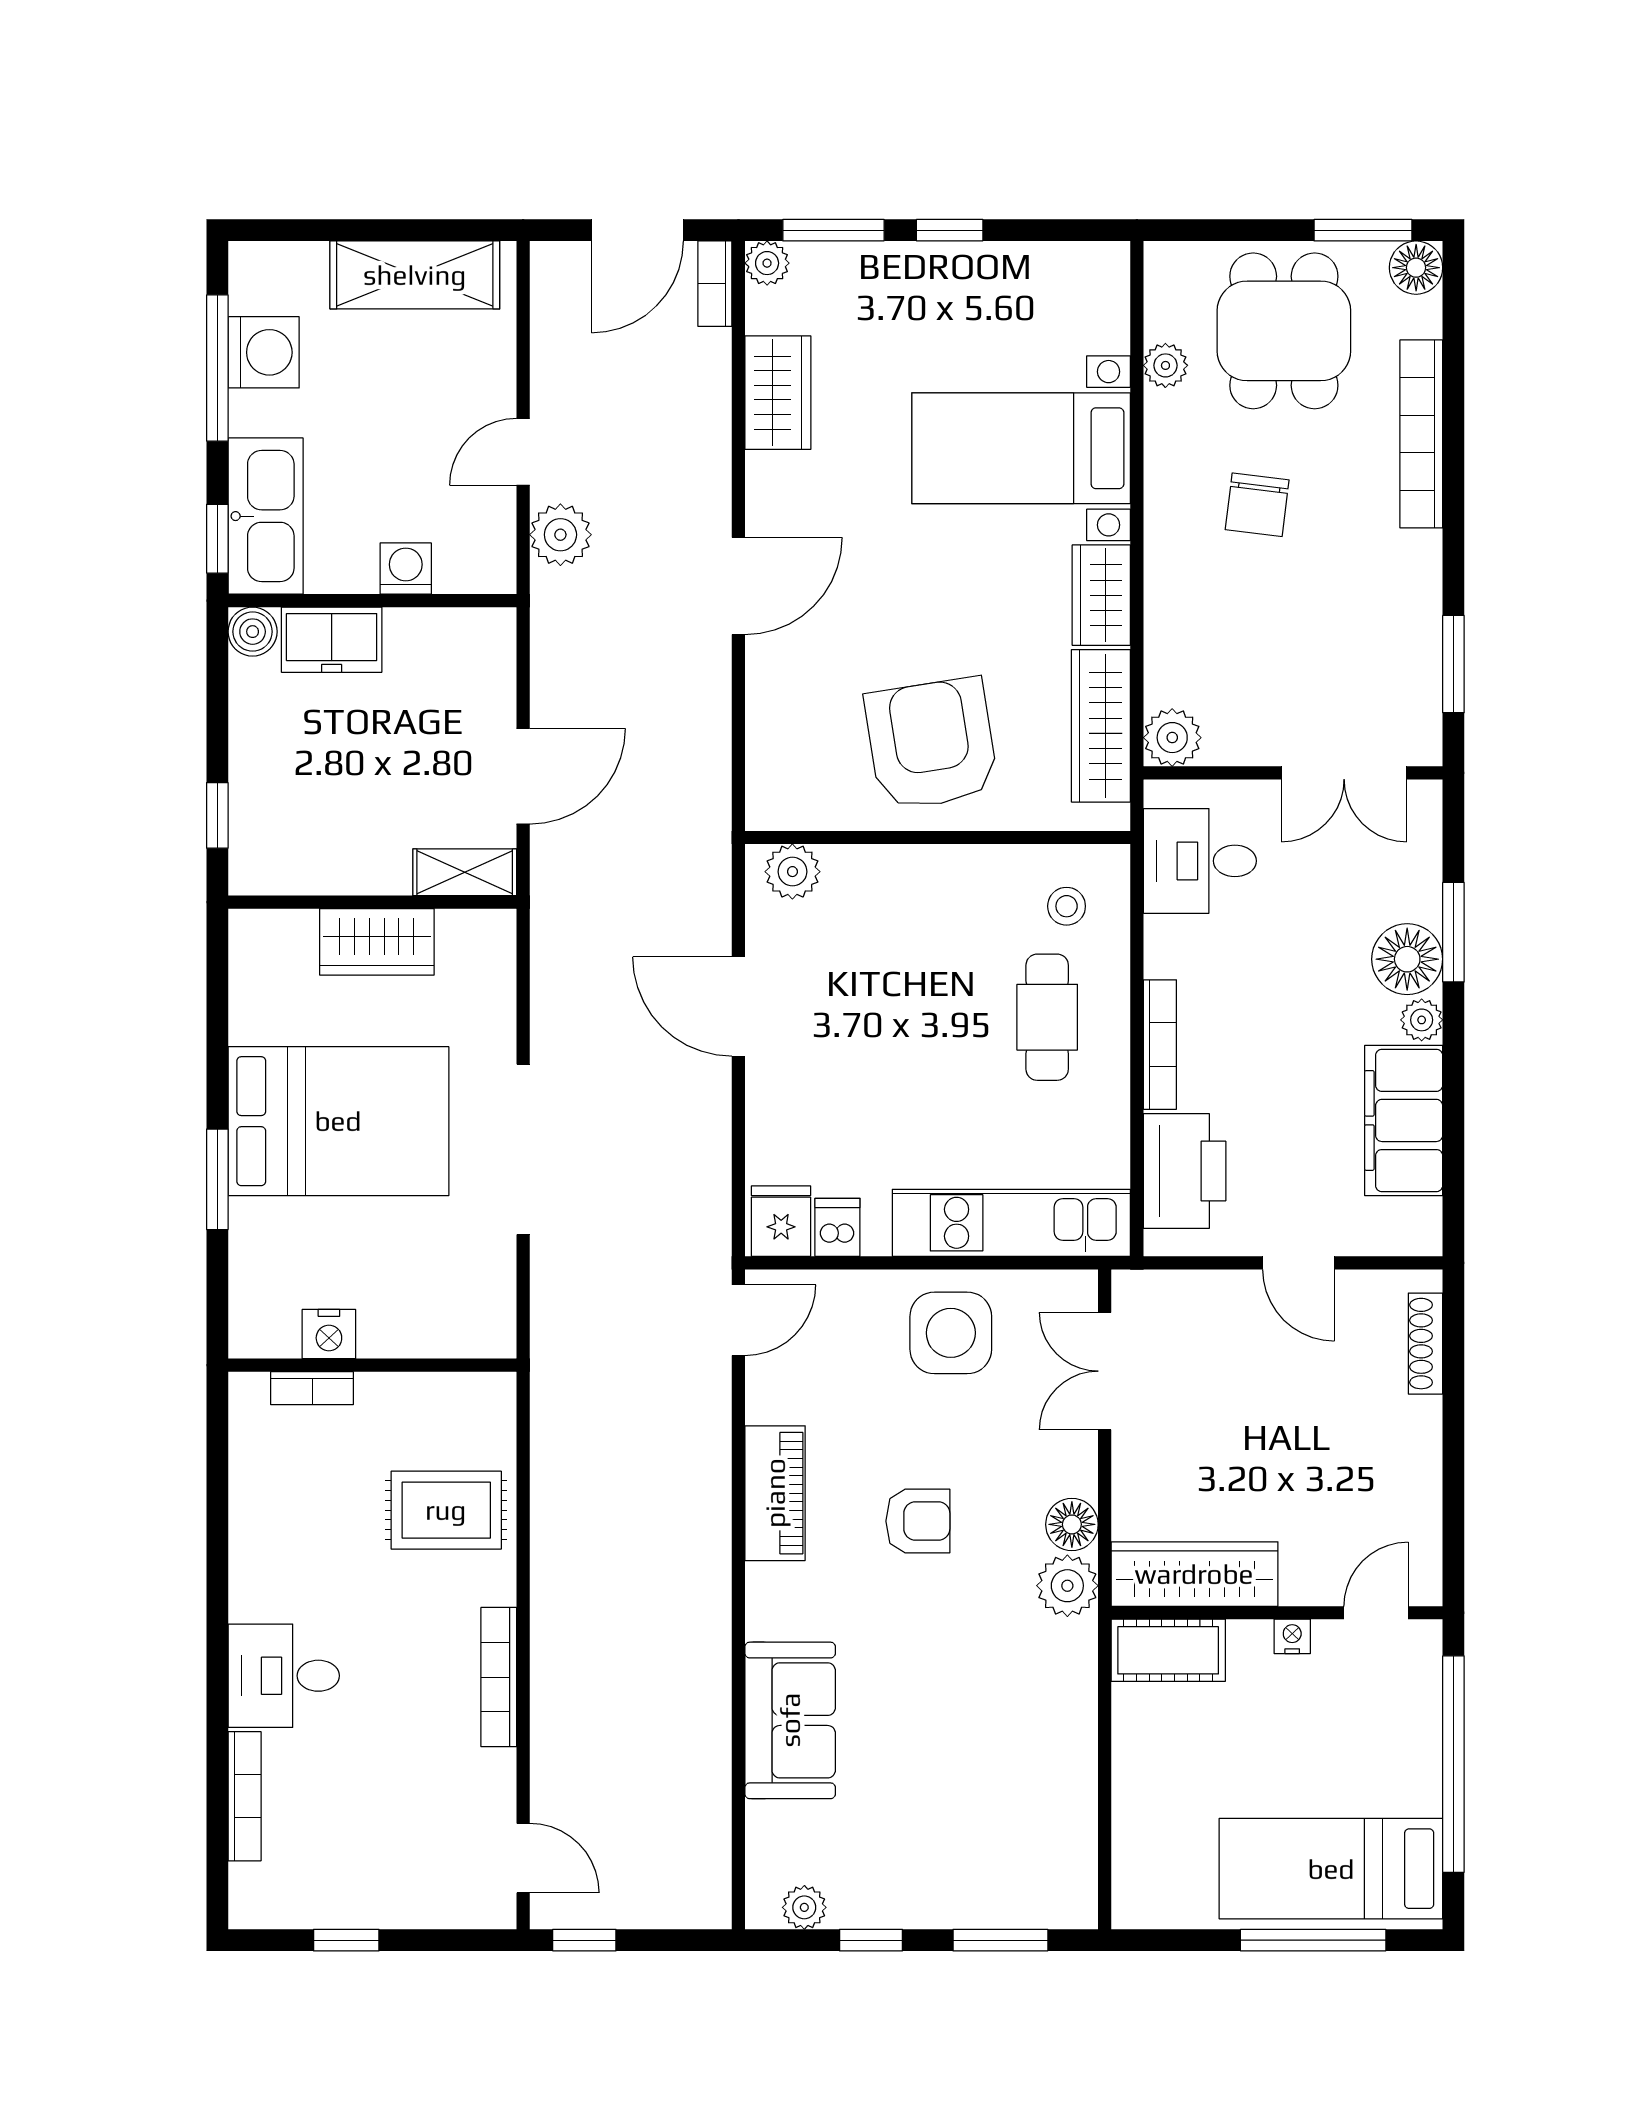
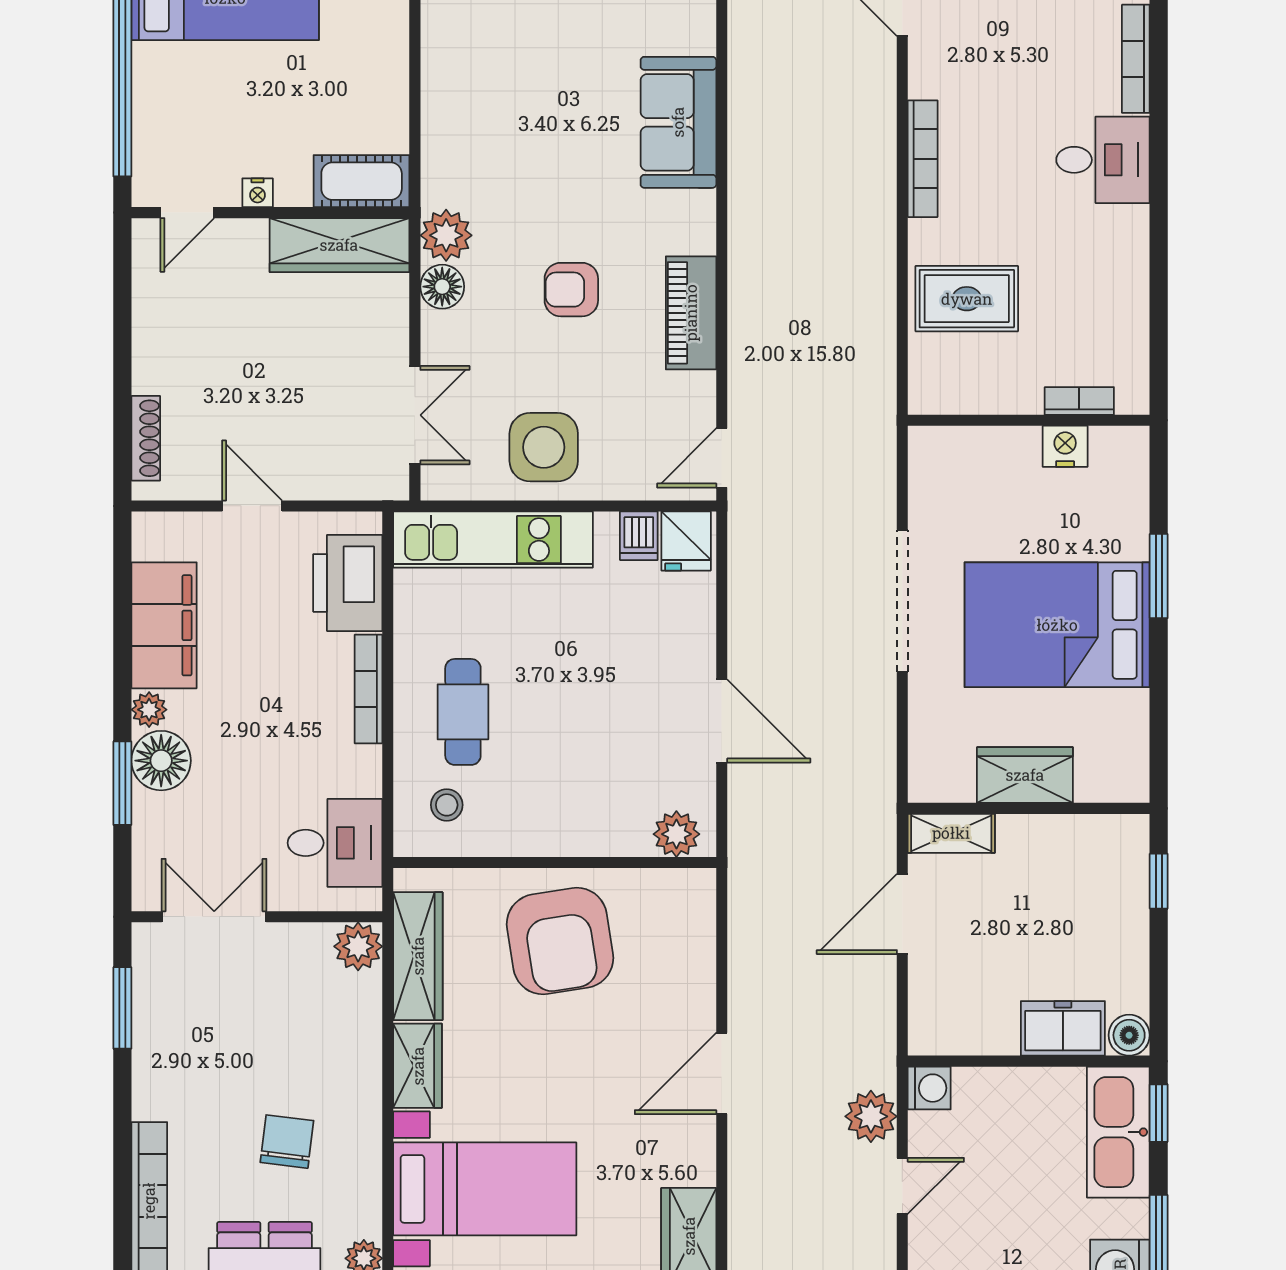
washing machine: (406, 569) -> (929, 1088), moved, turned -90

